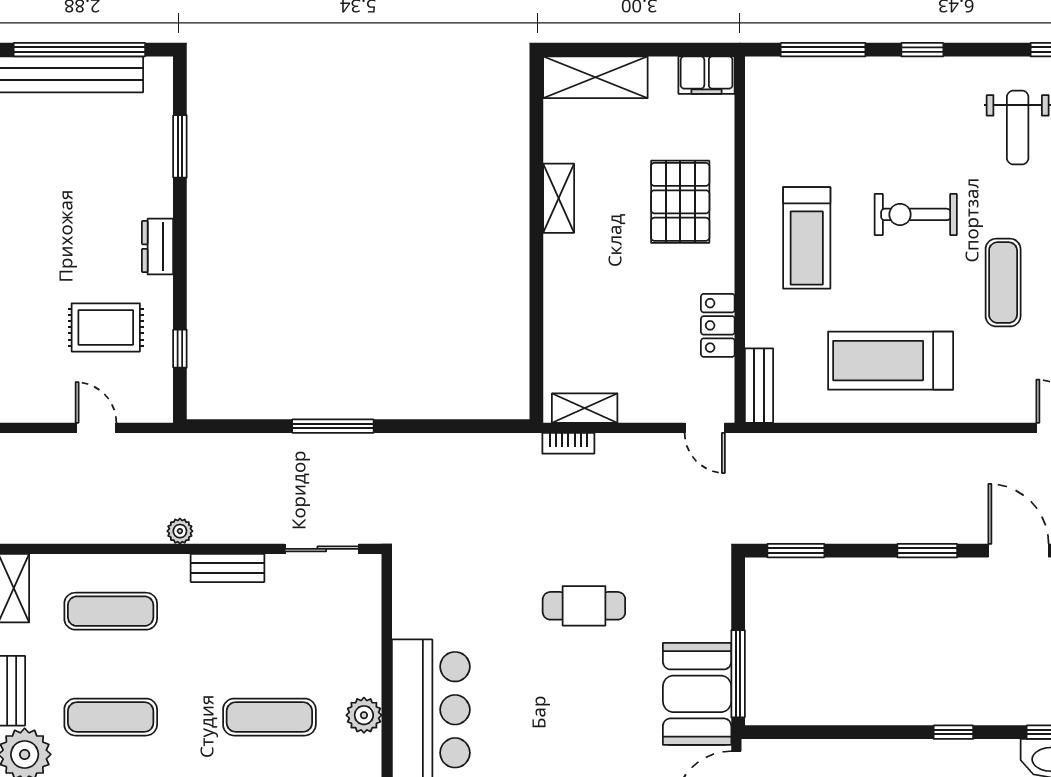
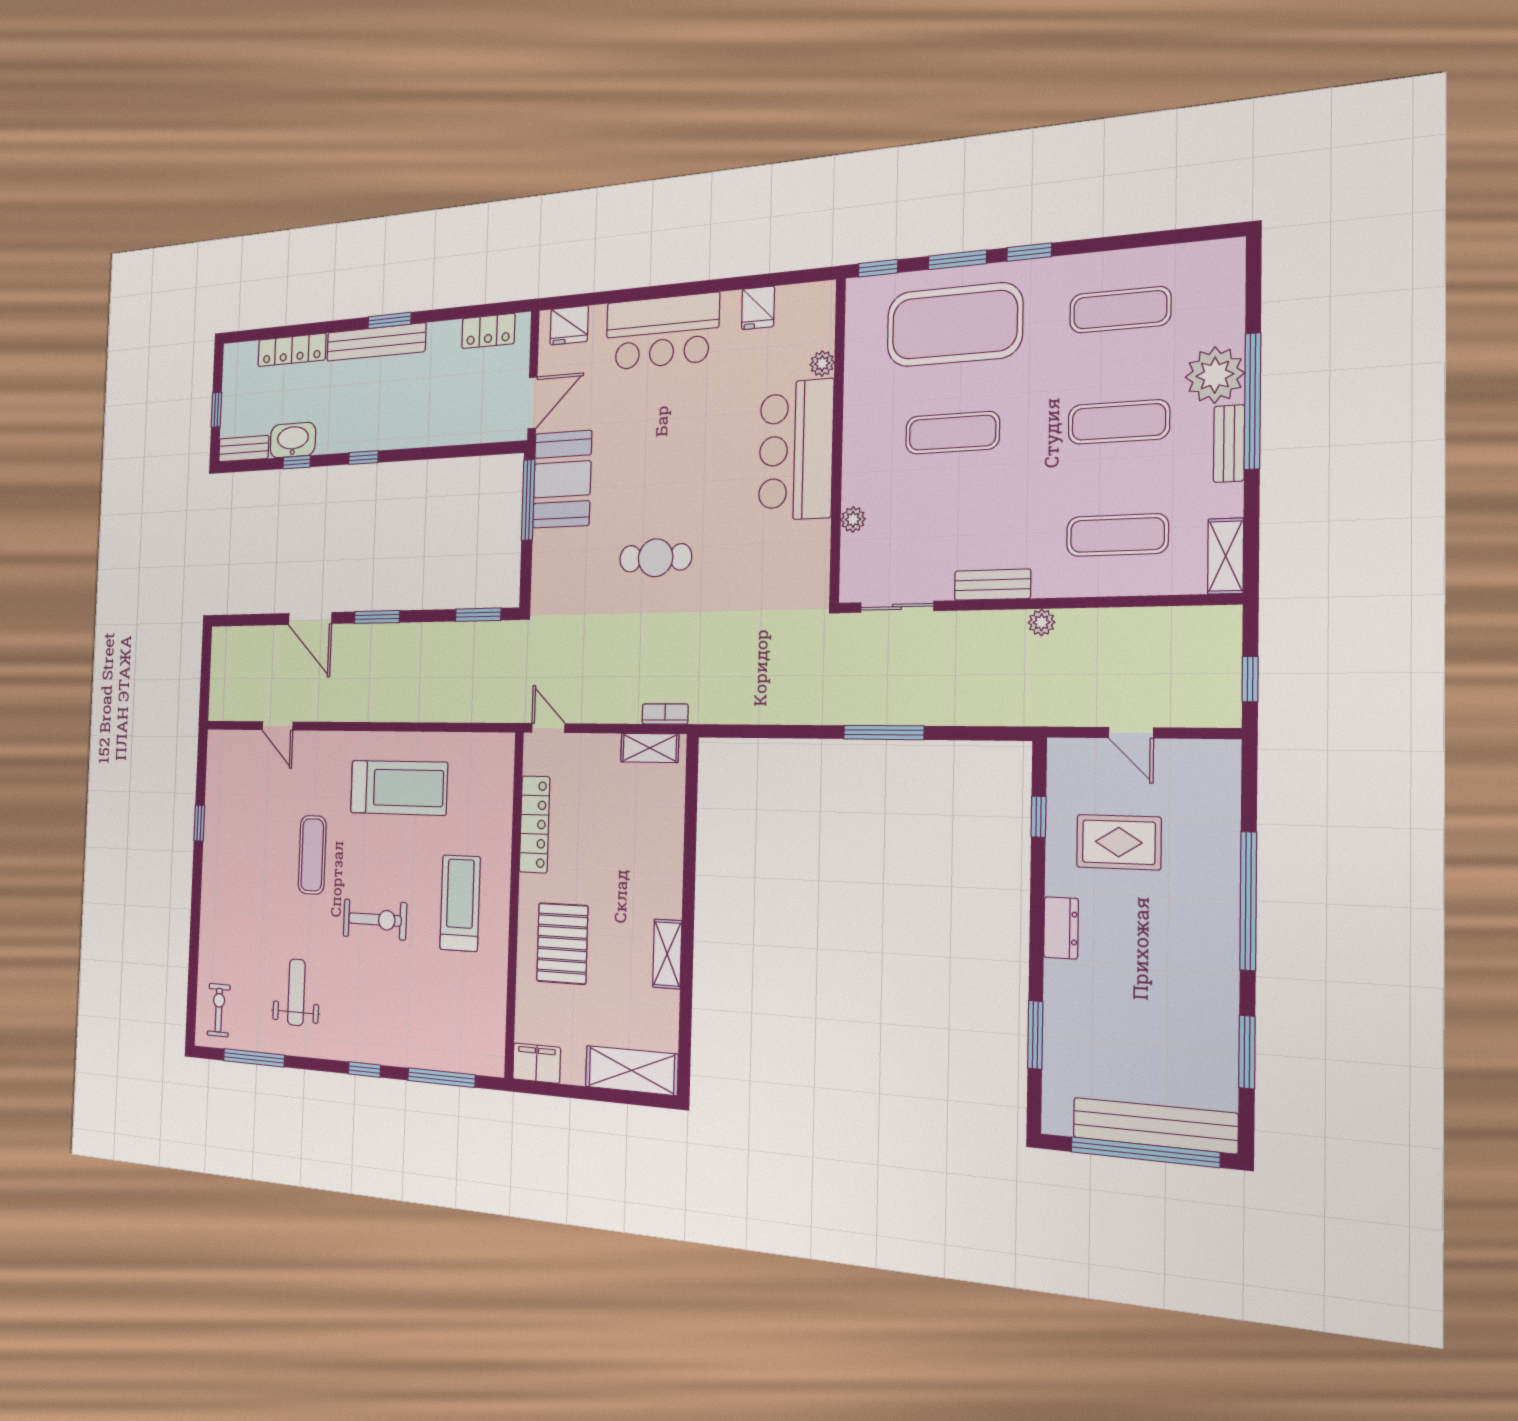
locker: (718, 325) -> (534, 824), width x1.53
bench: (759, 386) -> (503, 767), removed
plant: (364, 715) -> (853, 519), moved, width x0.73, depth x0.73

